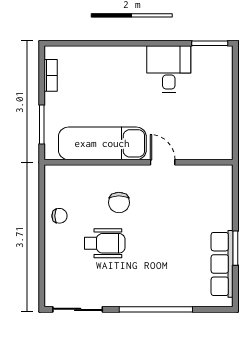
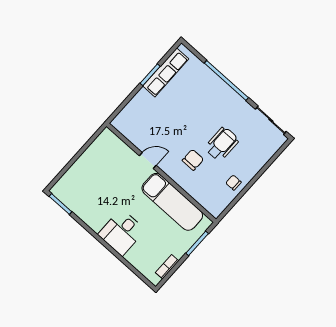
desk: (169, 69) -> (122, 232), moved
door: (163, 162) -> (148, 161), swing flipped
wheelchair: (105, 243) -> (222, 144), turned 90

